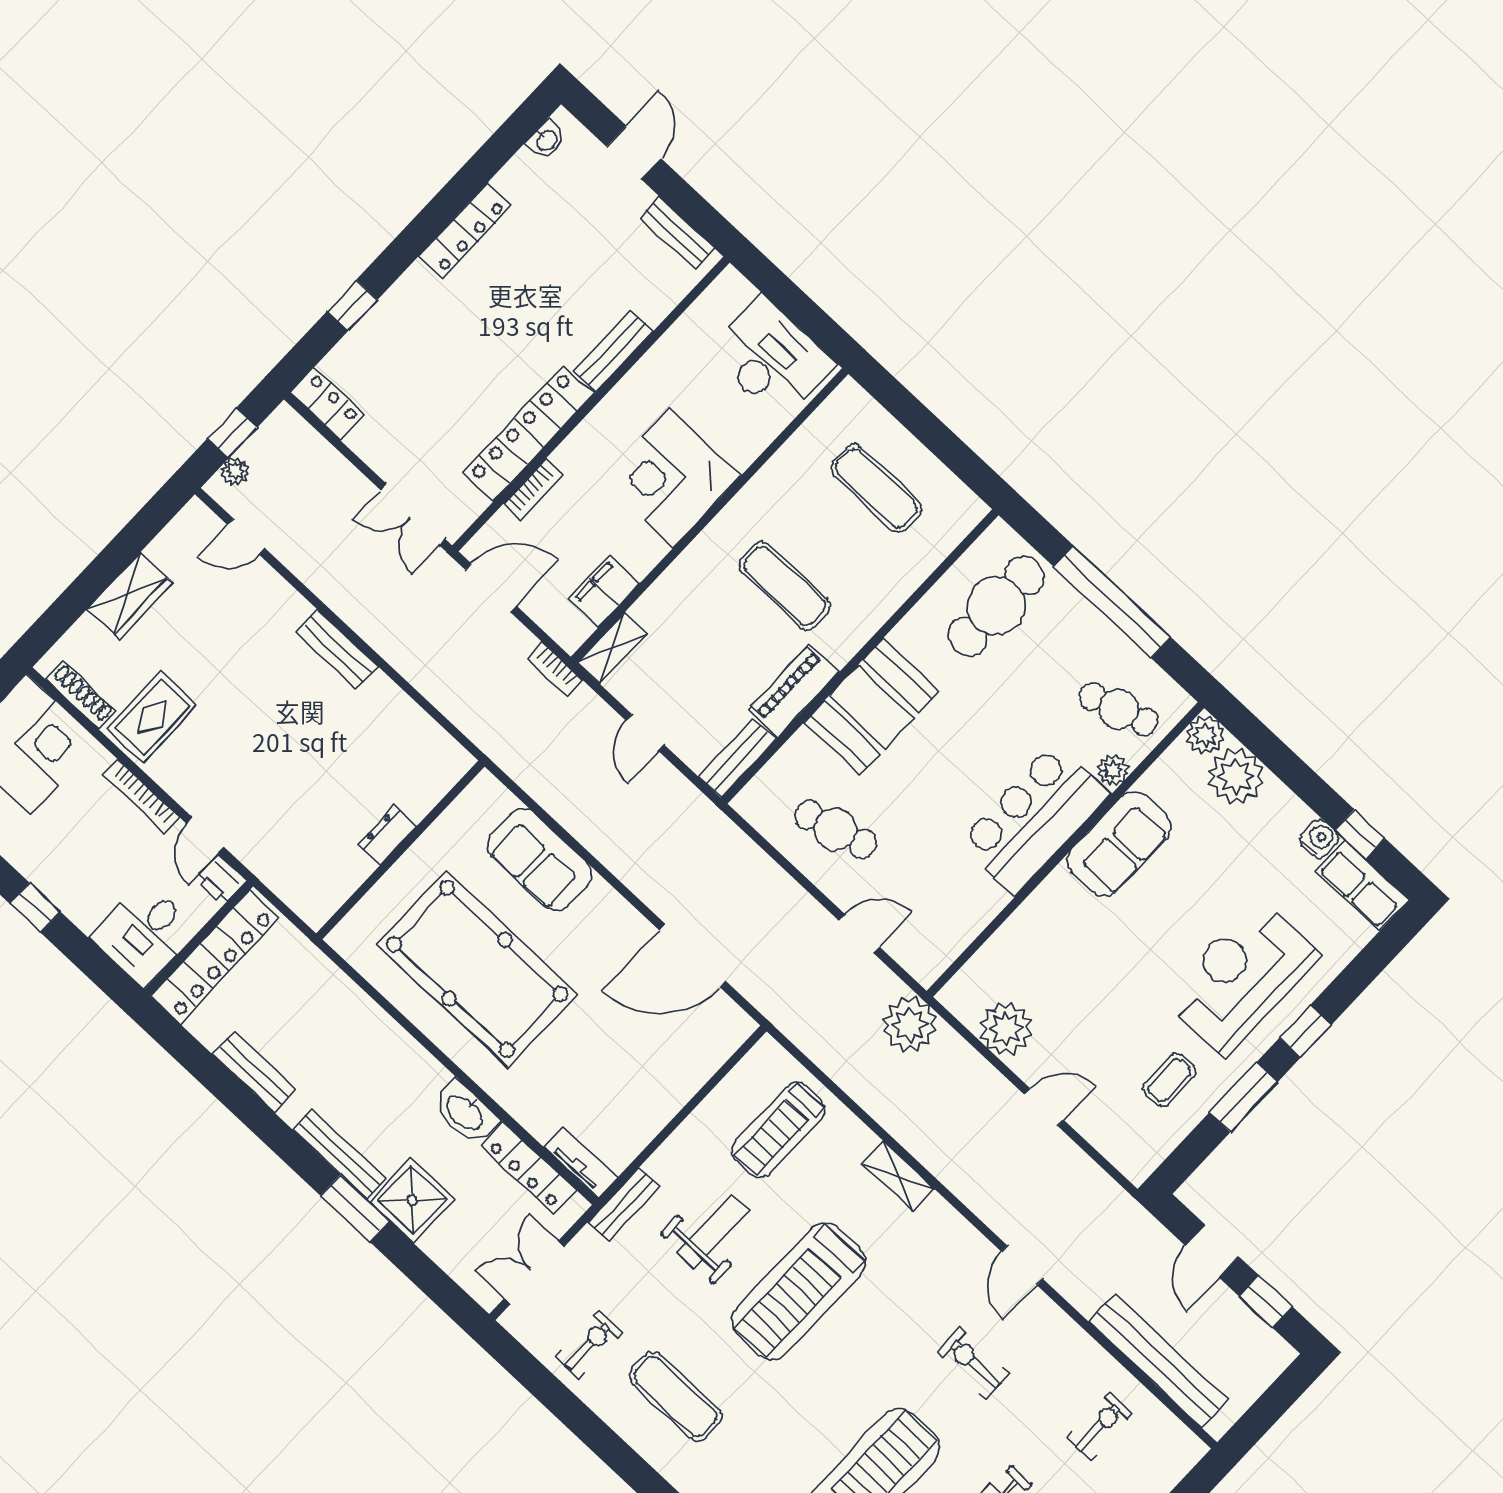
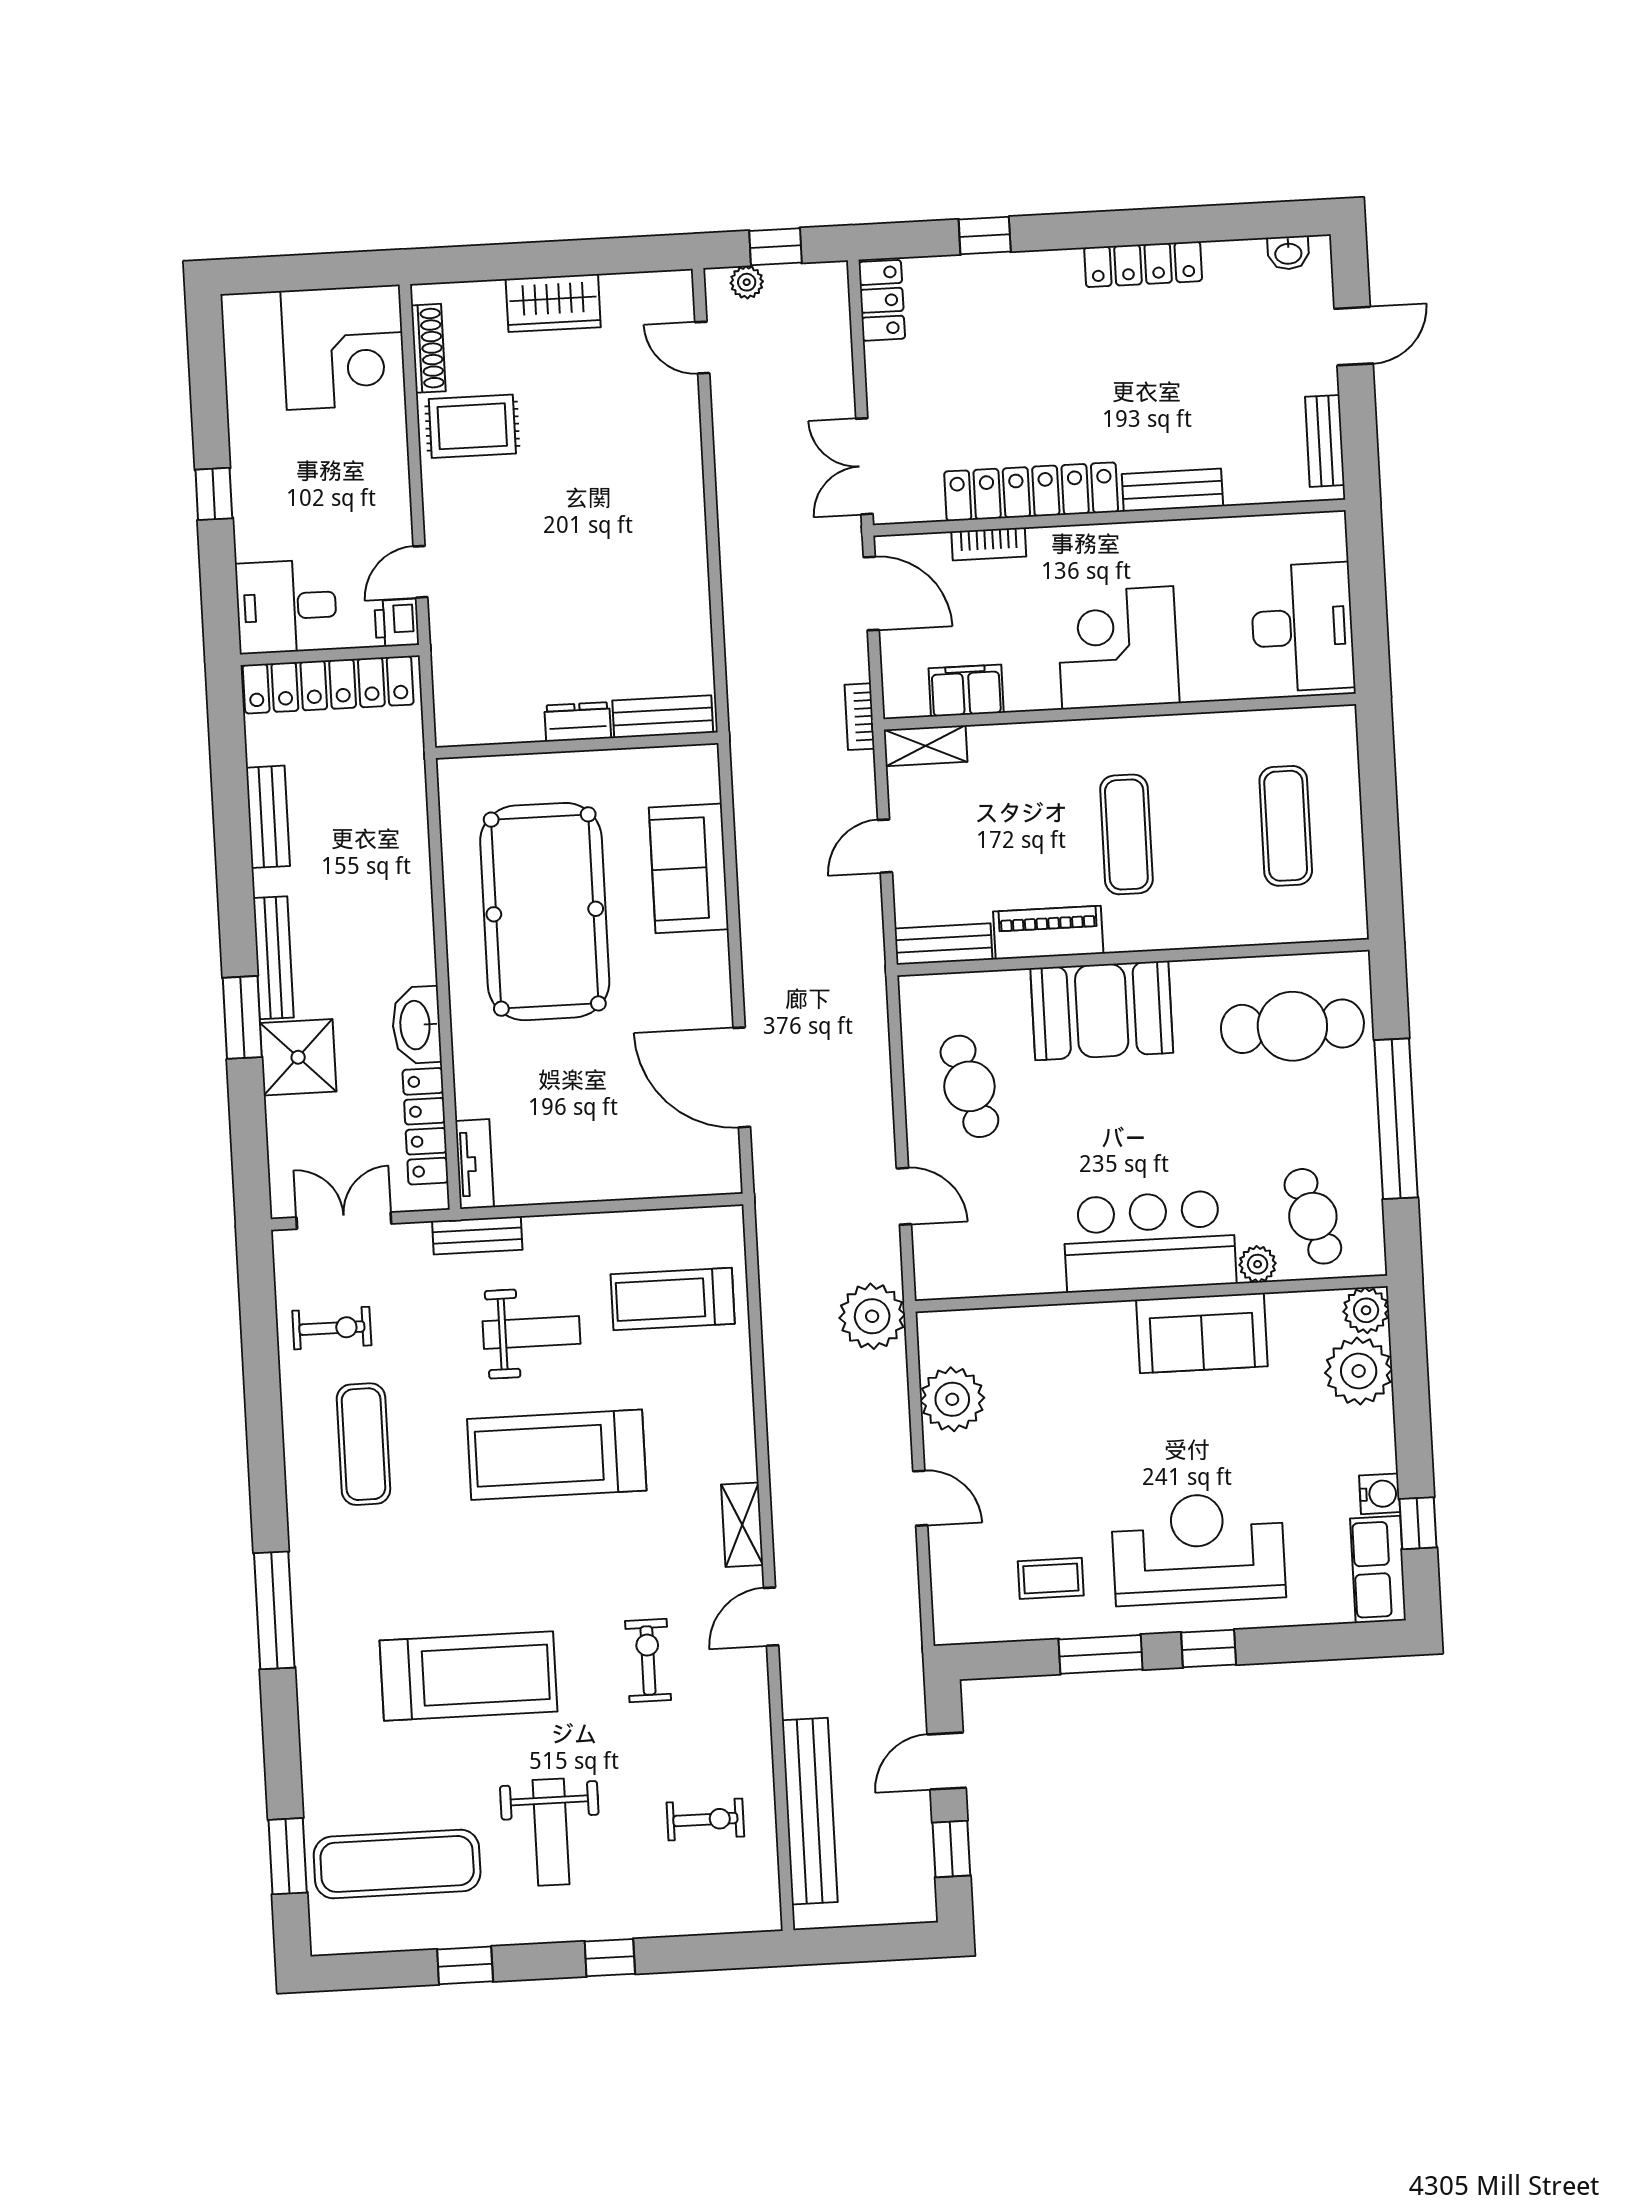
bench: (337, 650) -> (663, 717), moved, turned 90
bookcase: (141, 796) -> (398, 485), removed
shelving: (898, 1176) -> (742, 1525), moved

